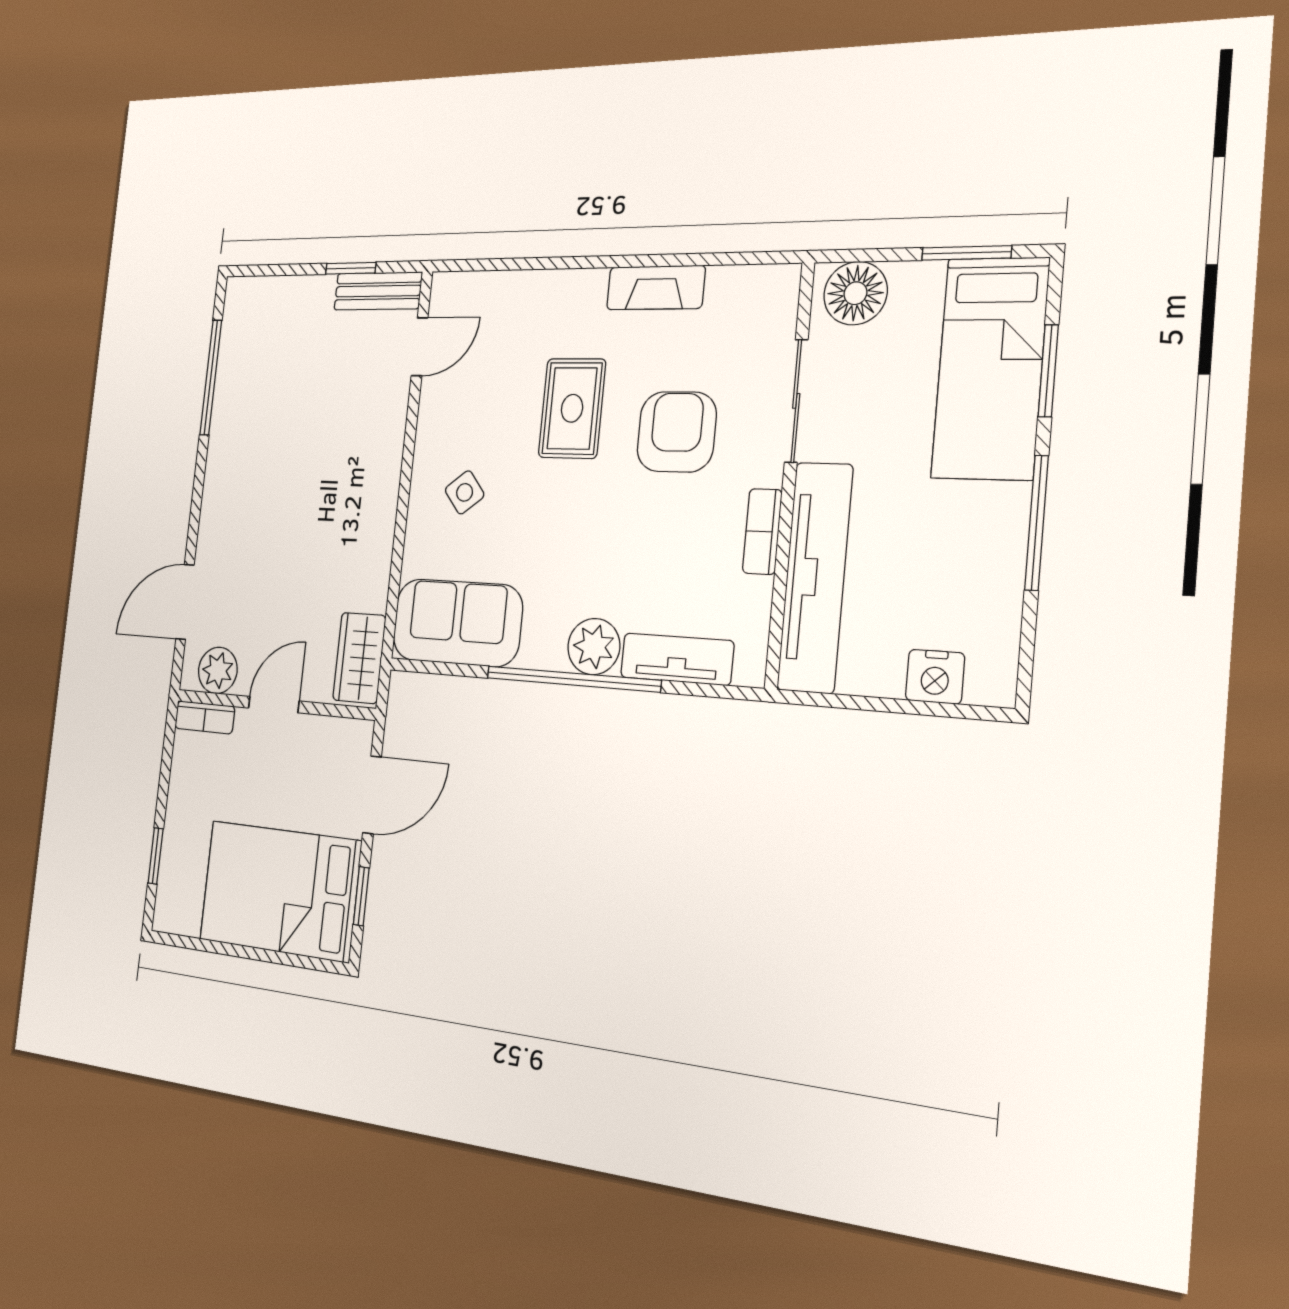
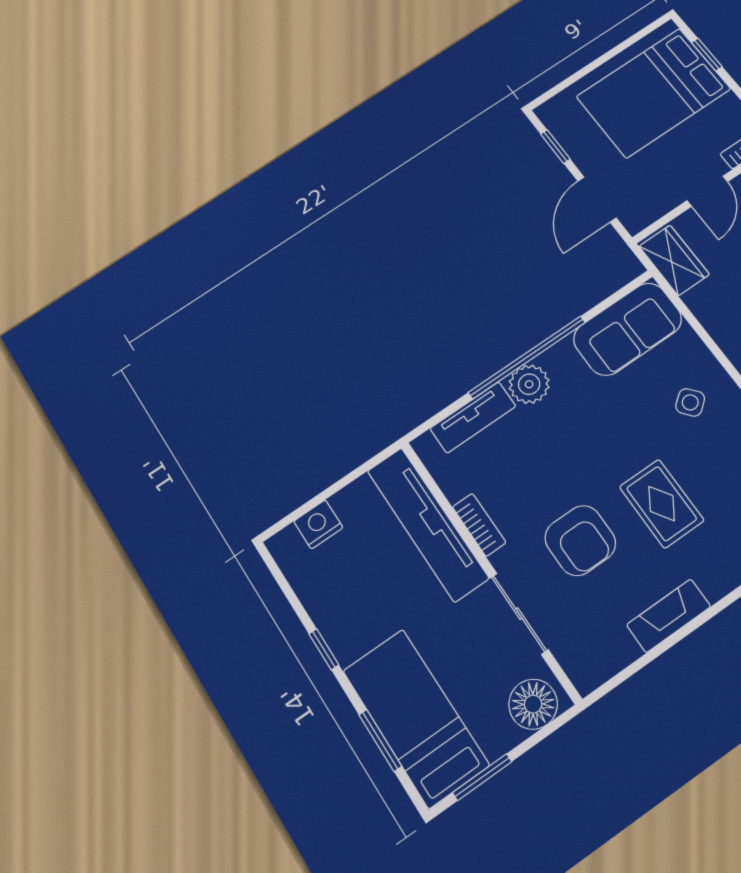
window: (1037, 523) -> (324, 649), width x0.46
bed: (280, 891) -> (653, 93), moved, turned 180

